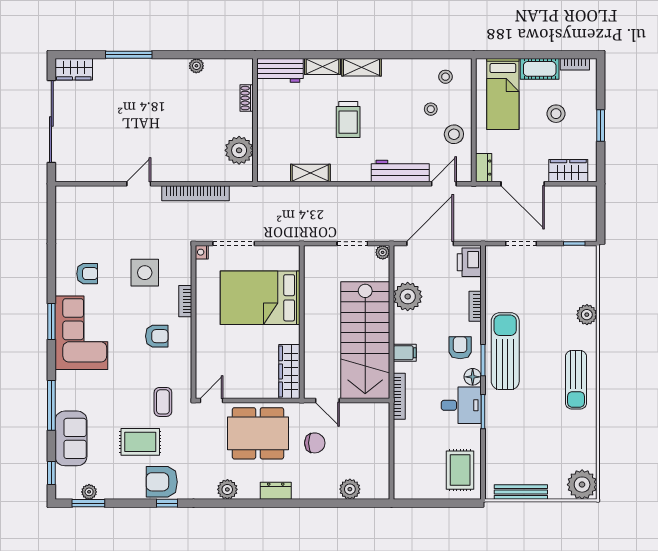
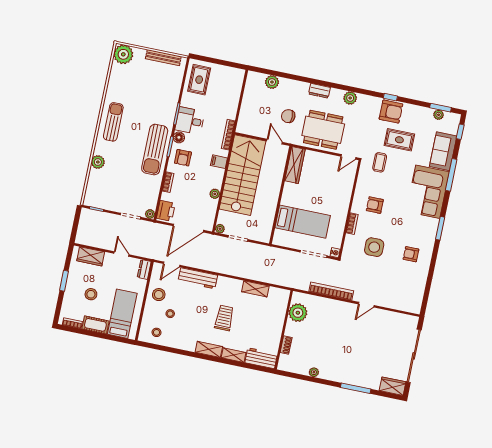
door: (523, 184) -> (122, 254), width x0.53
plant: (492, 253) -> (150, 214), added
plant: (408, 297) -> (215, 194), width x0.53, depth x0.53
bed: (260, 298) -> (303, 222), width x0.67
corner sofa: (81, 333) -> (428, 192), moved

